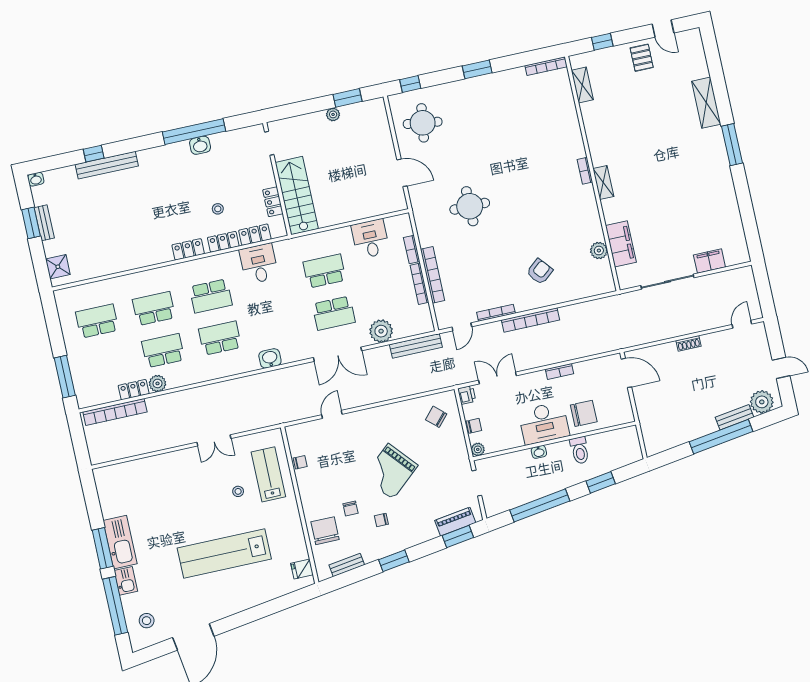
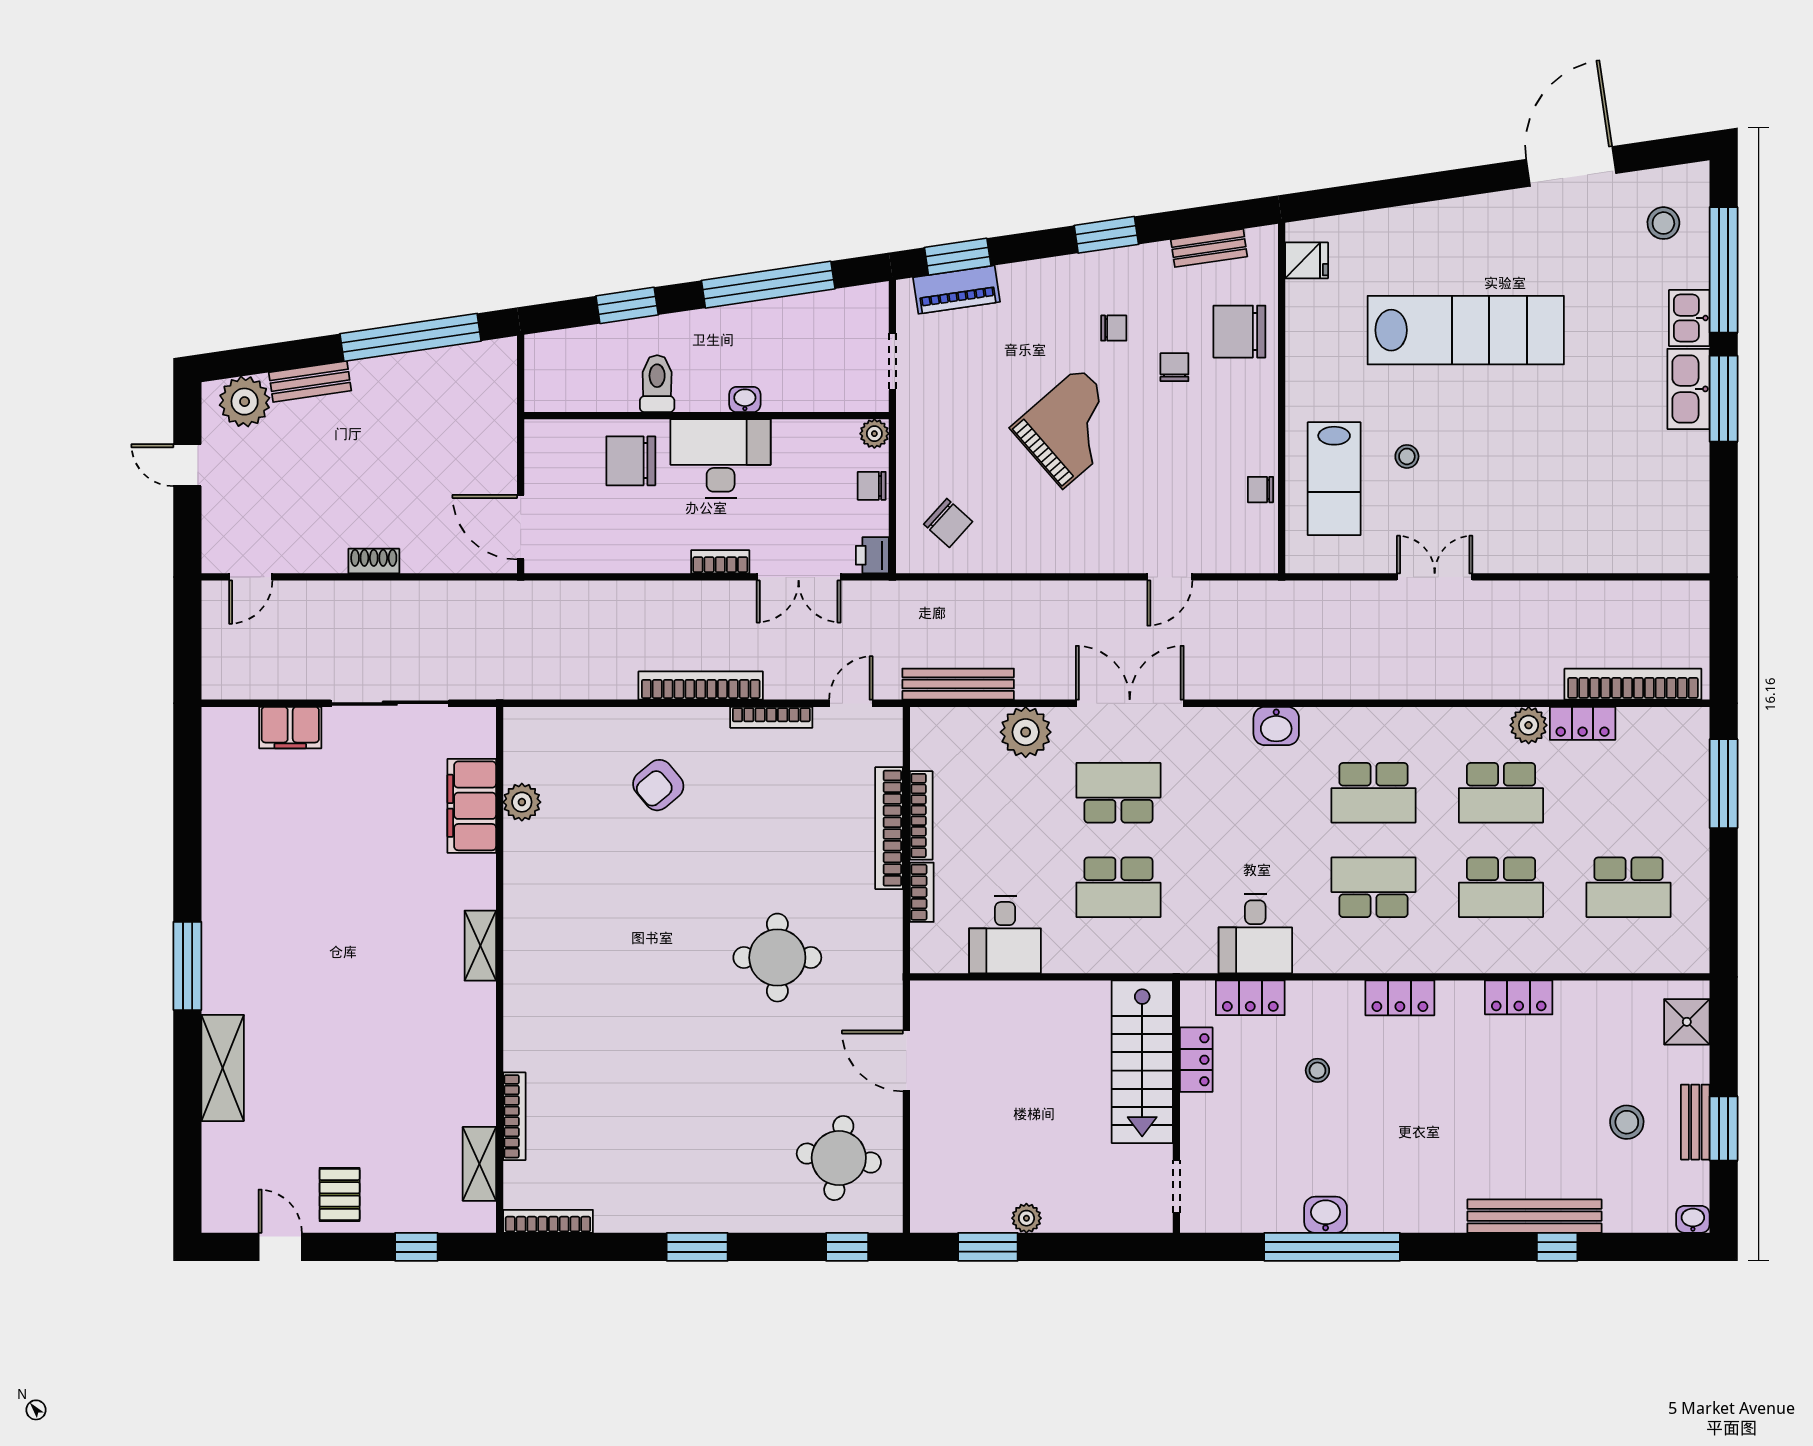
bookcase: (585, 171) -> (514, 1116), moved, width x1.56
stool: (75, 216) -> (1627, 1122), added
locker: (223, 242) -> (1519, 997), moved
bookcase: (559, 371) -> (720, 562), moved
window: (721, 437) -> (411, 337), moved
chair: (325, 531) -> (1239, 332), turned 90
kitchen sink: (120, 542) -> (1688, 389), width x0.73, depth x0.81

